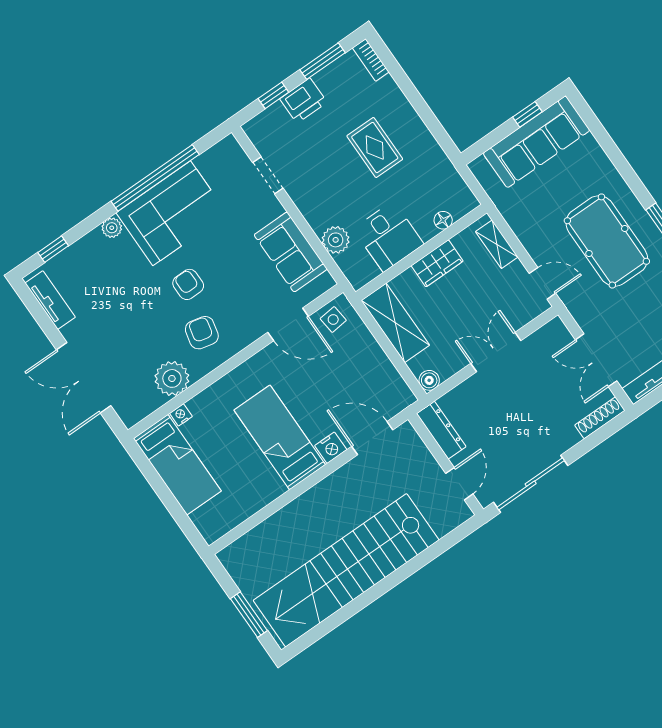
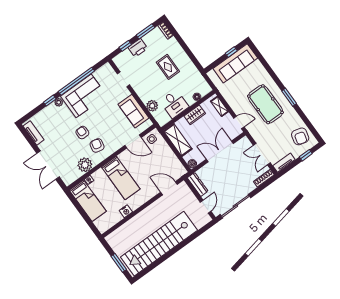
window: (53, 249) -> (50, 101), moved
armchair: (188, 284) -> (82, 133), moved
double door: (496, 352) -> (220, 151), width x1.37
bed: (280, 437) -> (121, 178), moved, turned 180
nightstand: (331, 448) -> (126, 211), moved

